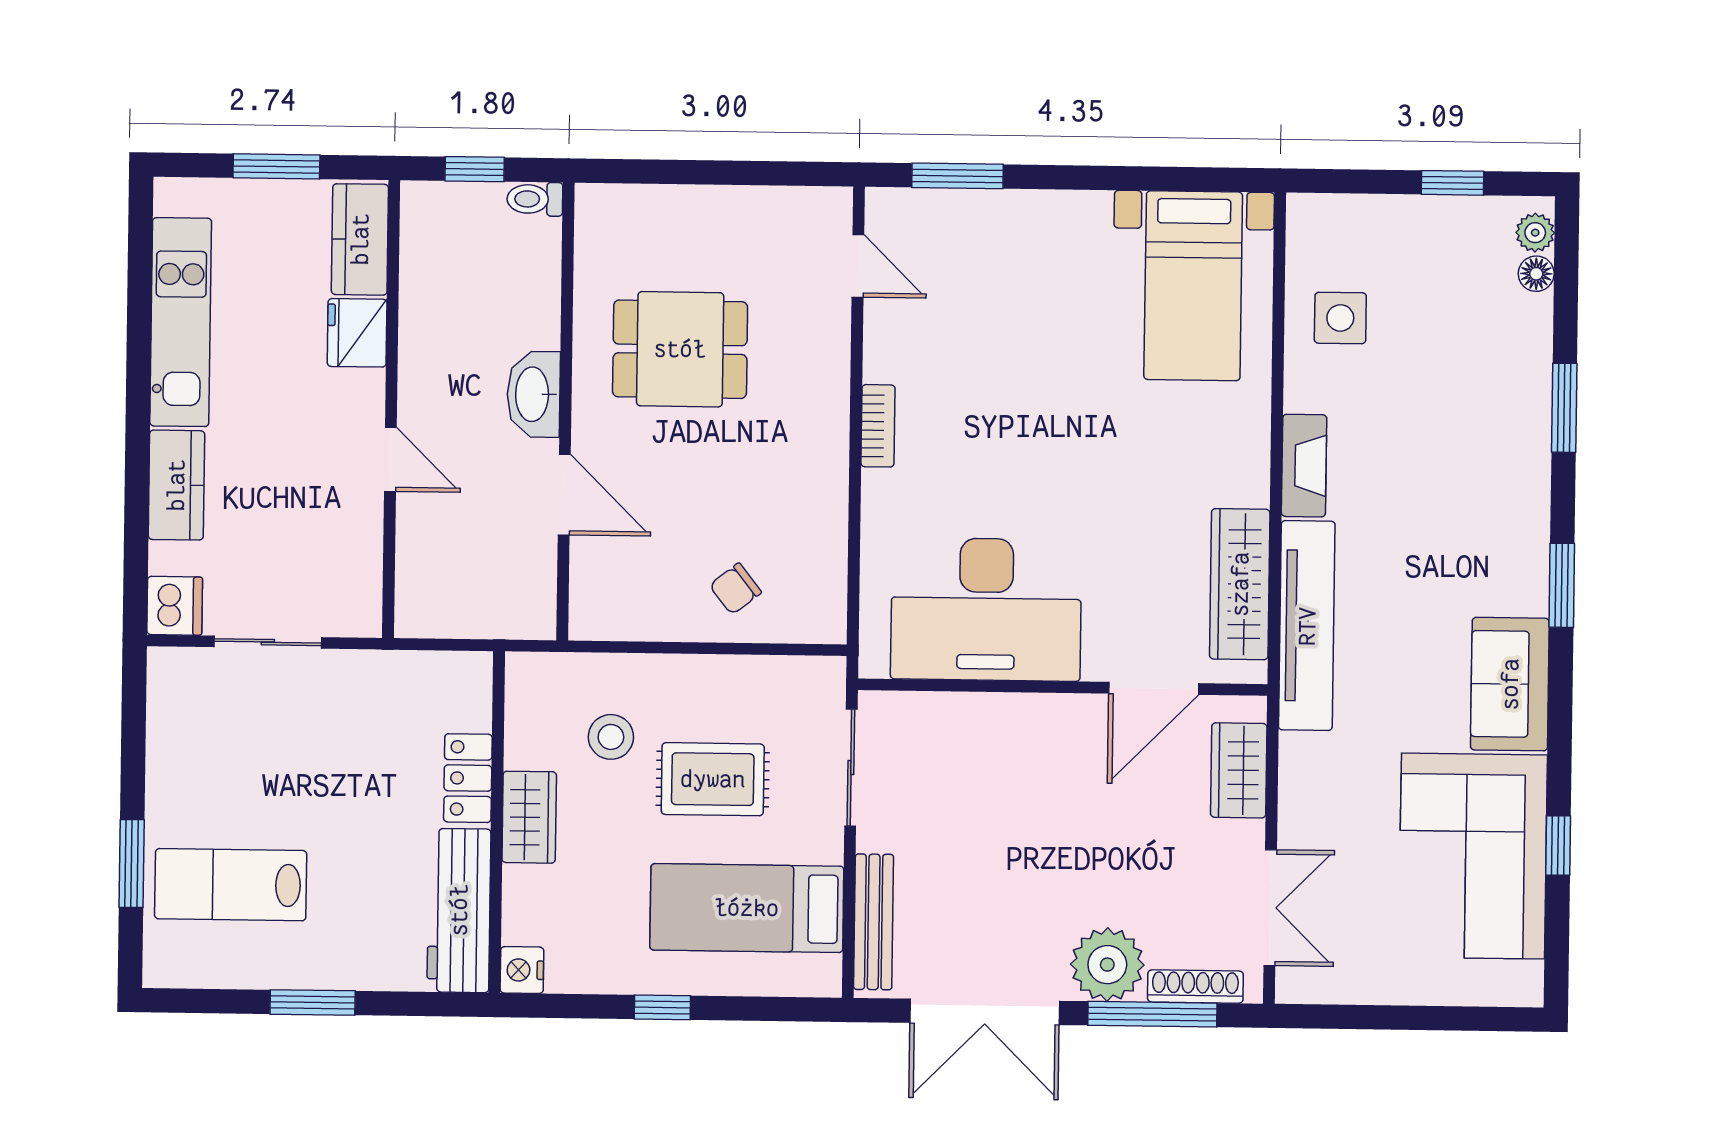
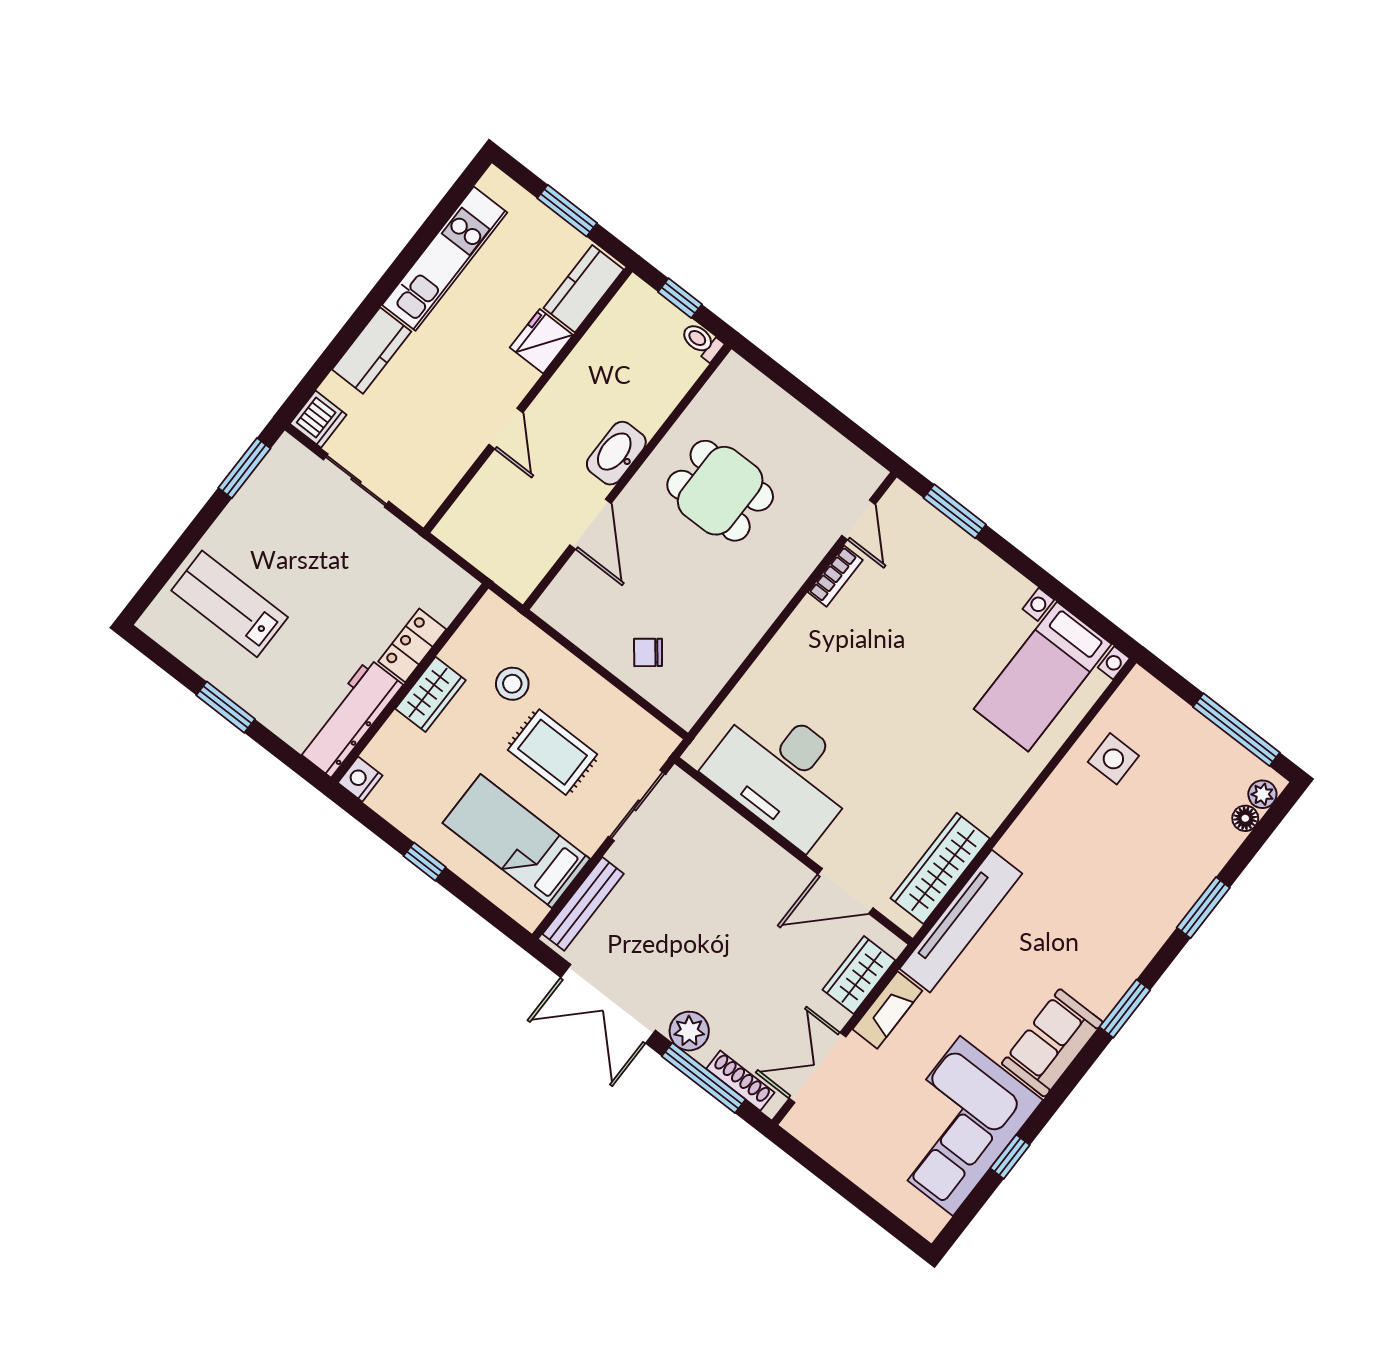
window: (1452, 183) -> (1236, 730), width x2.17
bookcase: (878, 426) -> (835, 576), moved
fireplace: (1304, 466) -> (887, 1010), moved
window: (132, 863) -> (244, 468), moved
double door: (1270, 908) -> (817, 1068), swing flipped
plant: (1107, 965) -> (689, 1031), width x0.73, depth x0.73

